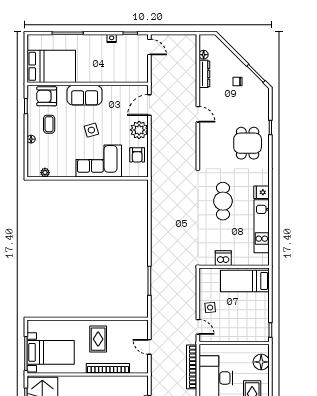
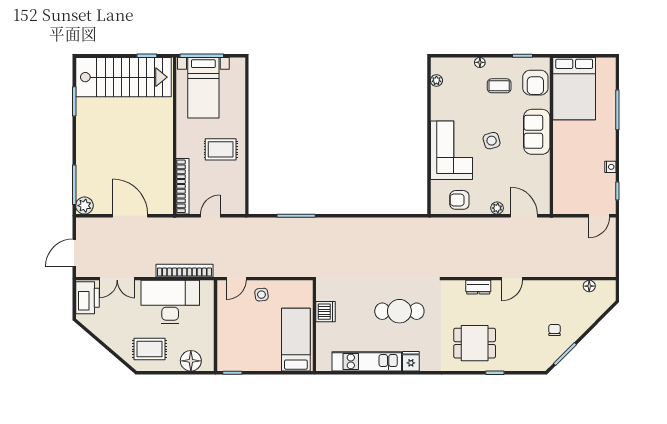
dresser: (204, 74) -> (478, 287), moved, width x0.70
armchair: (47, 96) -> (535, 83), turned 180
plant: (139, 130) -> (497, 208), width x0.53, depth x0.53
bookcase: (108, 368) -> (183, 186), moved

